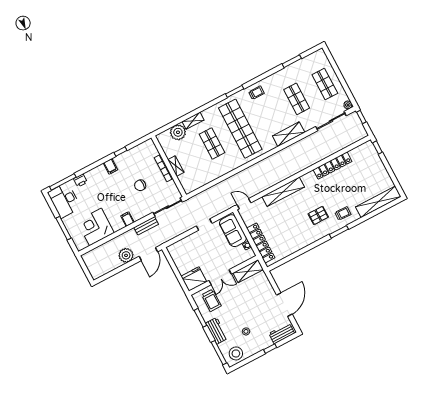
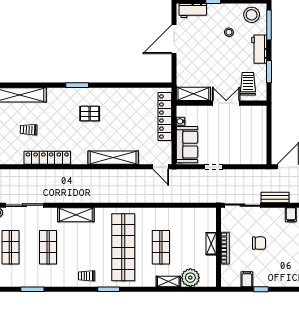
filing cabinet: (111, 166) -> (247, 279), moved
trolley: (343, 213) -> (29, 130), moved
fridge: (194, 279) -> (254, 116), removed

